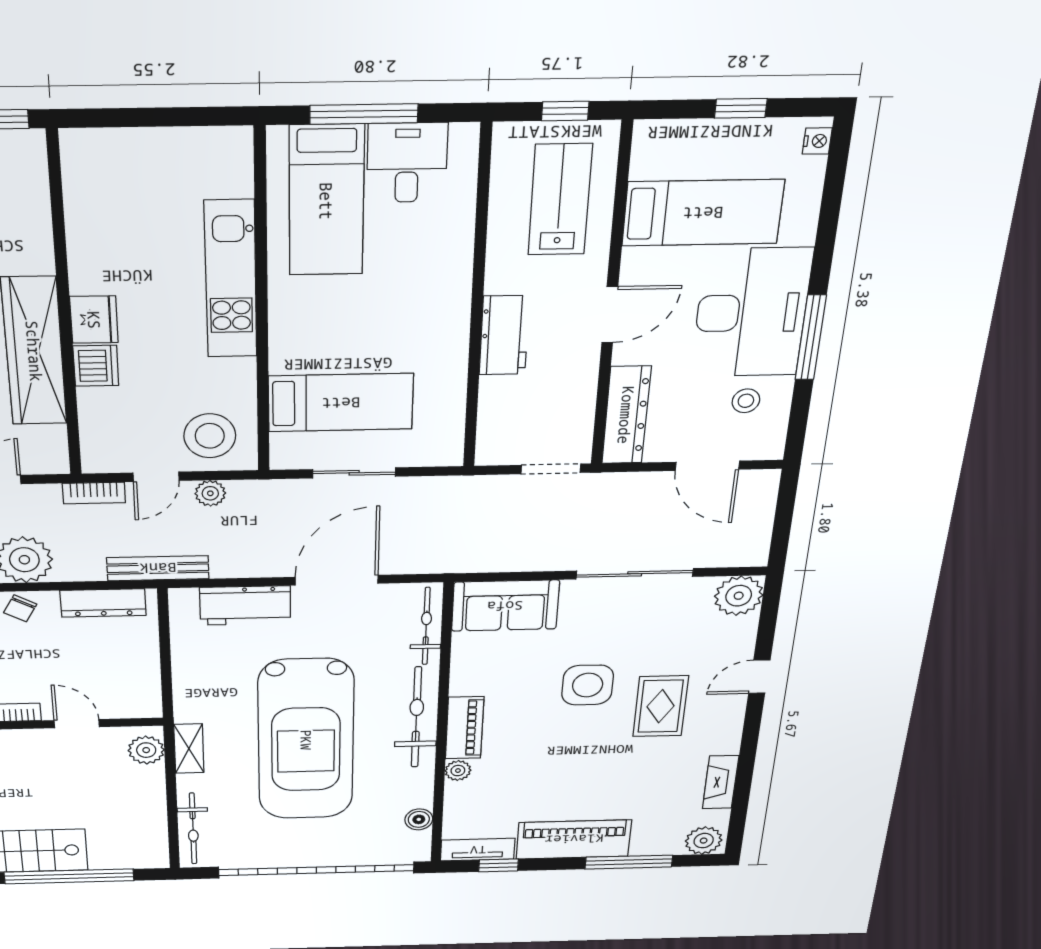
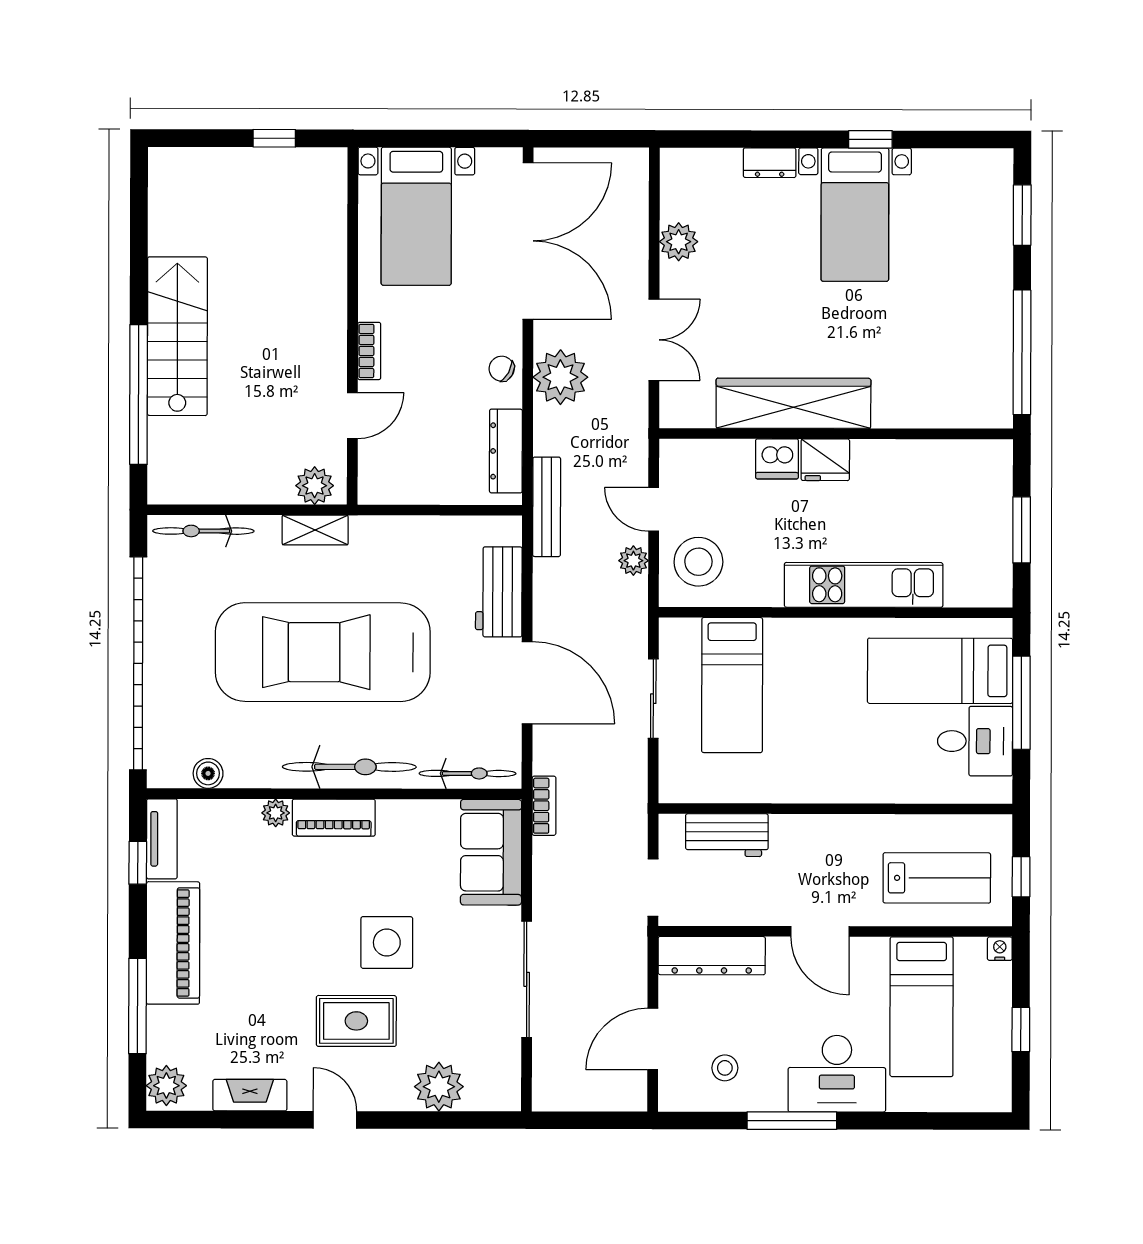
window: (163, 117) -> (1022, 530), added
nightstand: (817, 141) -> (1000, 949), moved, turned 180
desk: (751, 313) -> (837, 1074), width x0.73, depth x0.77
workbench: (504, 335) -> (727, 835), moved
bookcase: (94, 493) -> (544, 806), moved, turned 180
plant: (739, 596) -> (439, 1087), moved
door: (759, 677) -> (335, 1120), moved

